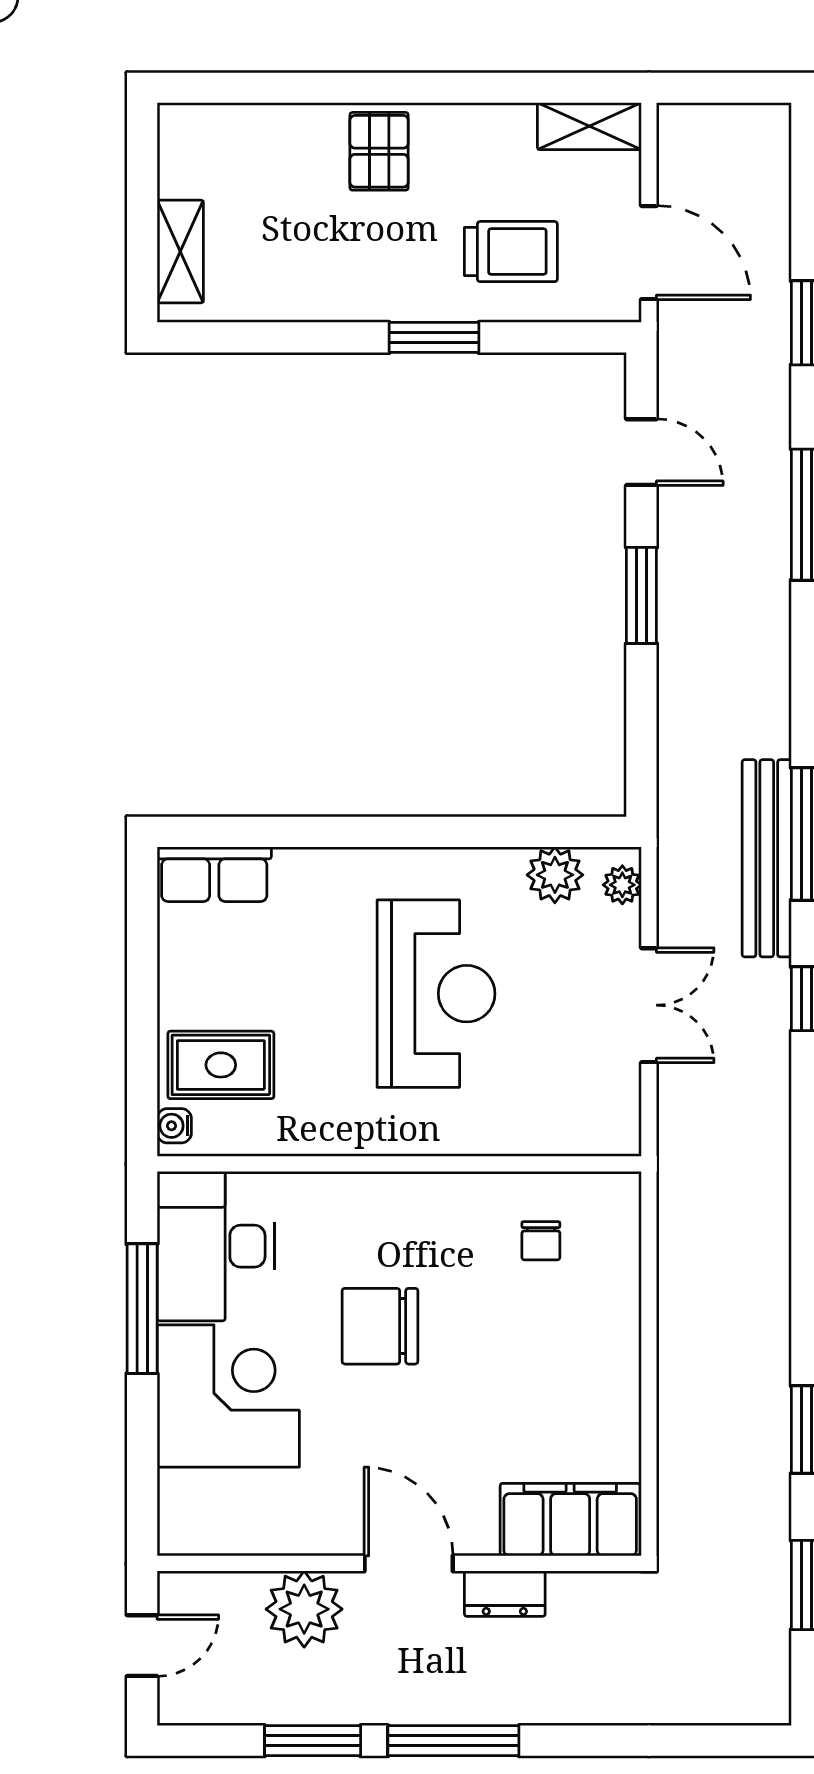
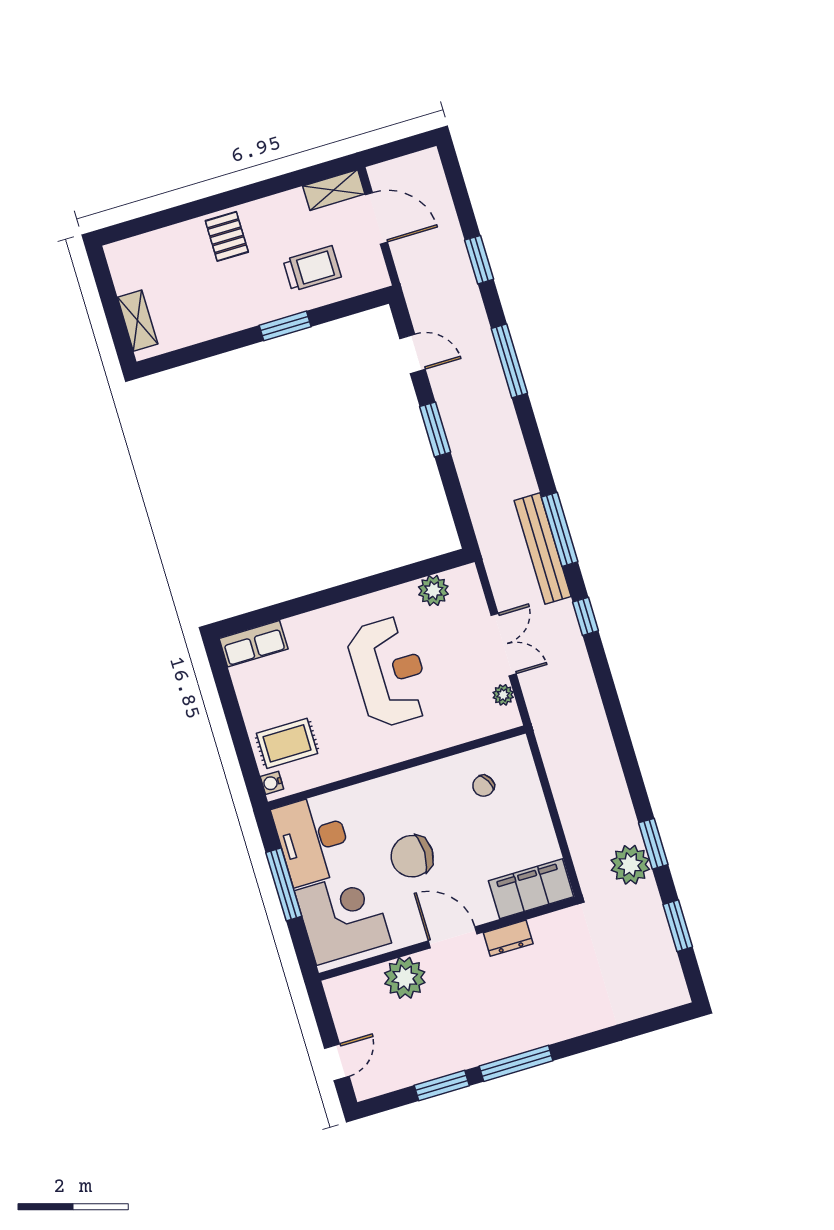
door: (649, 253) -> (376, 218), moved
plant: (622, 885) -> (503, 695), moved
chair: (541, 1241) -> (484, 786), turned 61
plant: (755, 1454) -> (630, 865), added
filing cabinet: (570, 1520) -> (531, 889), moved
wall: (399, 1563) -> (448, 939), moved
door: (409, 1563) -> (453, 937), moved
dresser: (505, 1594) -> (508, 938), moved
plant: (304, 1609) -> (405, 978), moved

